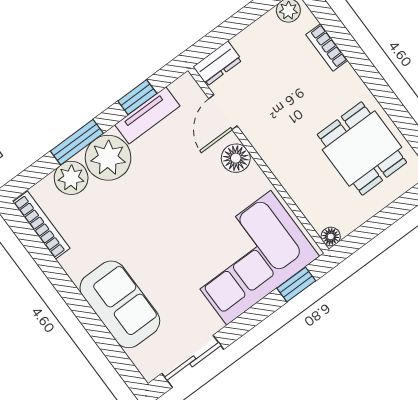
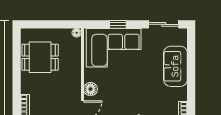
dining table: (362, 148) -> (40, 57), turned 90
window: (296, 284) -> (118, 24), moved

